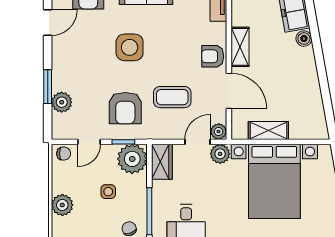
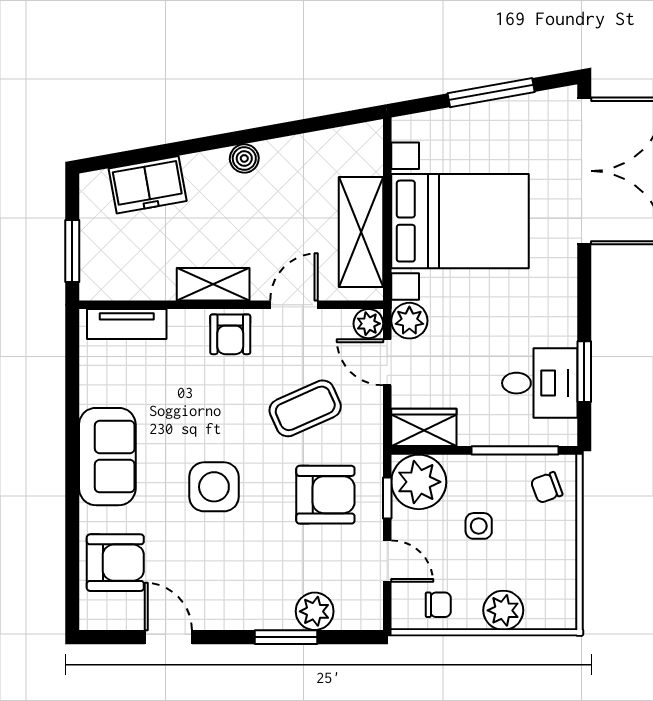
boiler: (304, 39) -> (244, 158), moved
door: (229, 91) -> (294, 305), width x0.73
coffee table: (172, 97) -> (305, 408), turned 66
shelving: (268, 130) -> (361, 232), width x1.50, depth x1.33
chair: (64, 154) -> (438, 605), moved, turned 90

